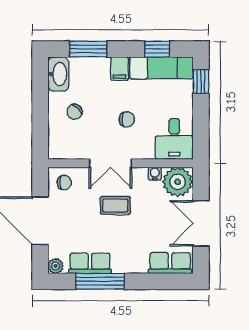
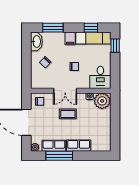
double door: (201, 223) -> (115, 124), removed
row of seats: (170, 263) -> (79, 146), moved

